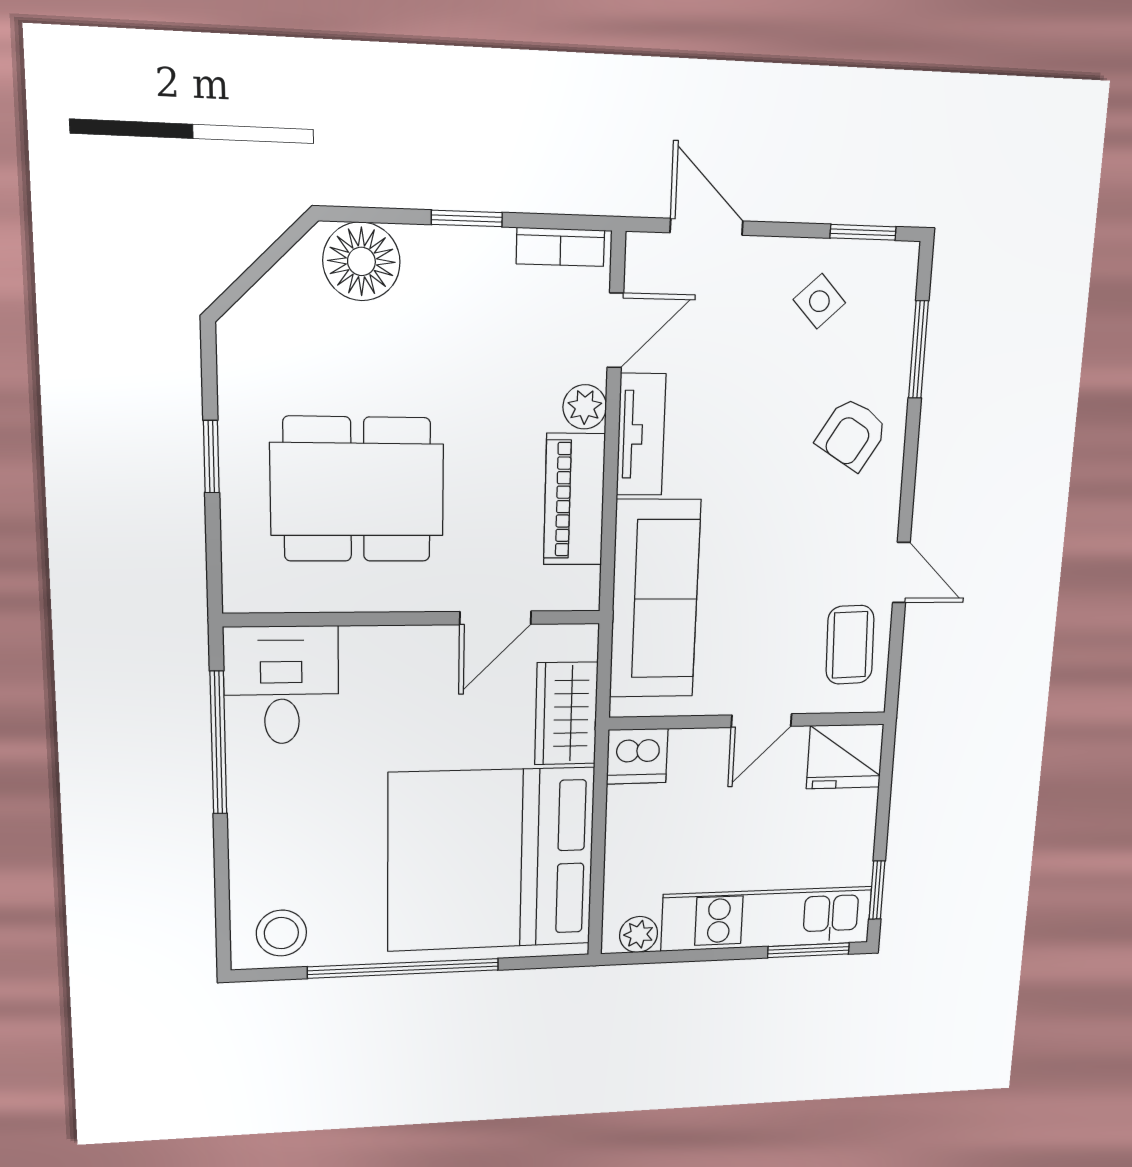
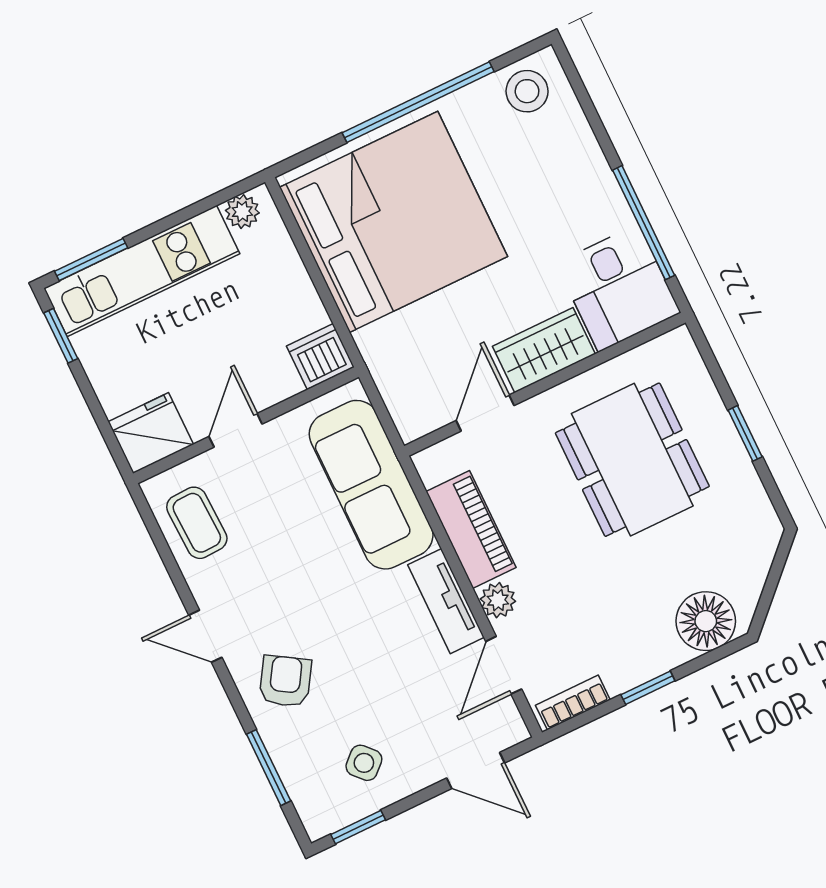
dining table: (357, 490) -> (632, 460), turned 90
door: (901, 572) -> (205, 636), moved
wardrobe: (566, 713) -> (544, 350), moved, turned -90

